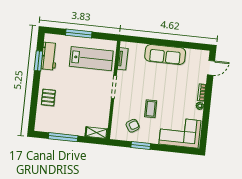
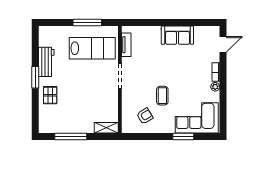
window: (79, 34) -> (87, 22), moved
sofa: (165, 54) -> (177, 35), width x0.73
workbench: (49, 56) -> (46, 62), moved
window: (38, 61) -> (35, 77), moved
window: (141, 145) -> (183, 137), moved

